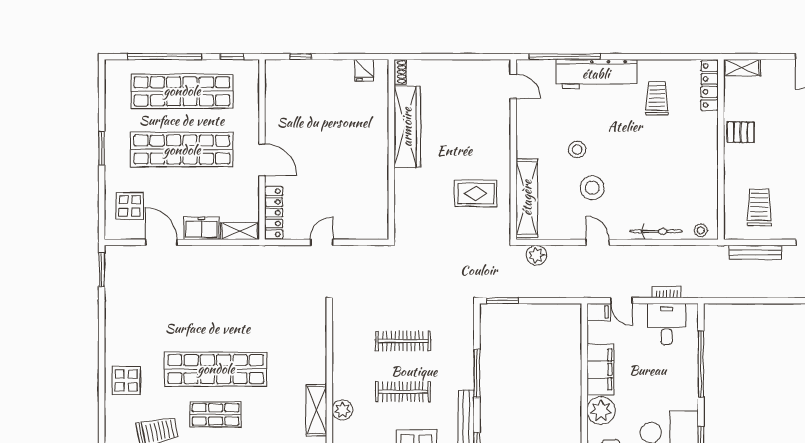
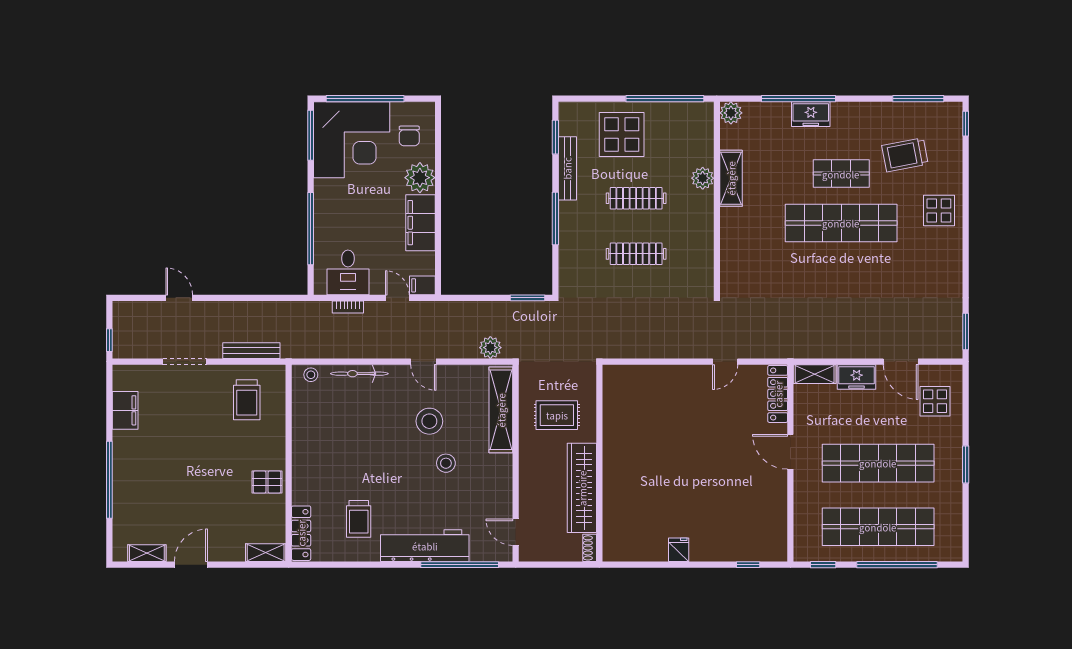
shoe rack: (400, 72) -> (590, 548), moved
wardrobe: (407, 127) -> (582, 488), moved
wall: (391, 150) -> (599, 463), moved

